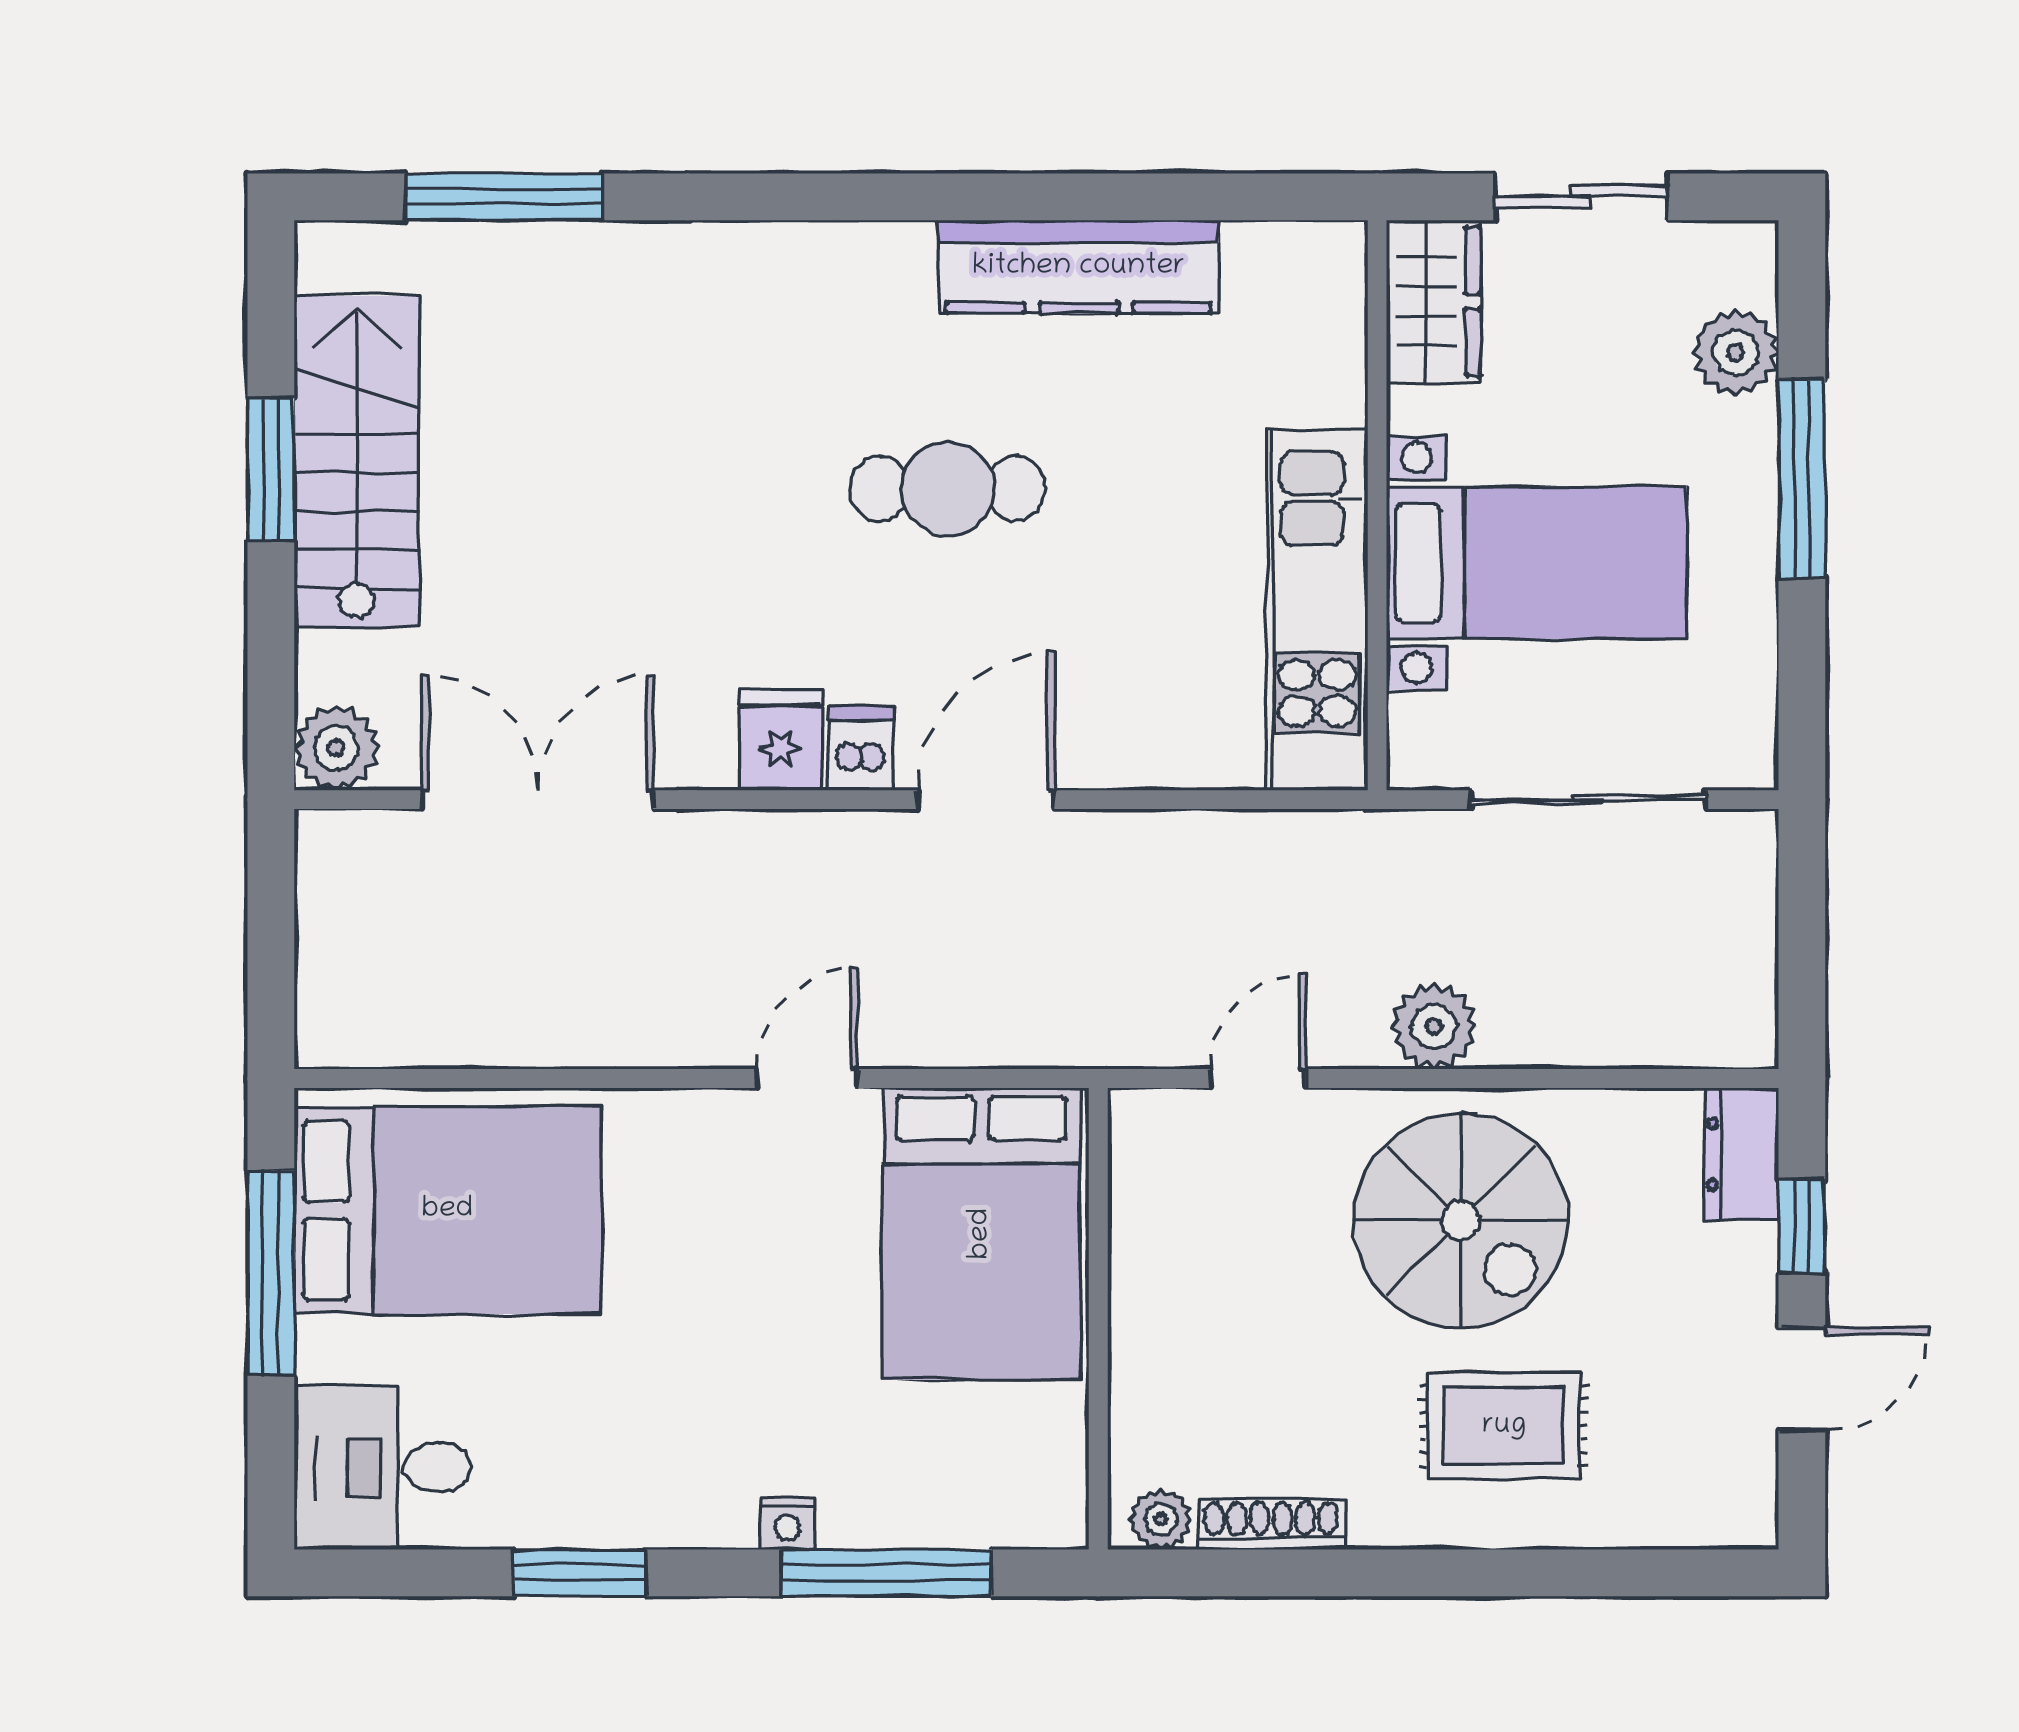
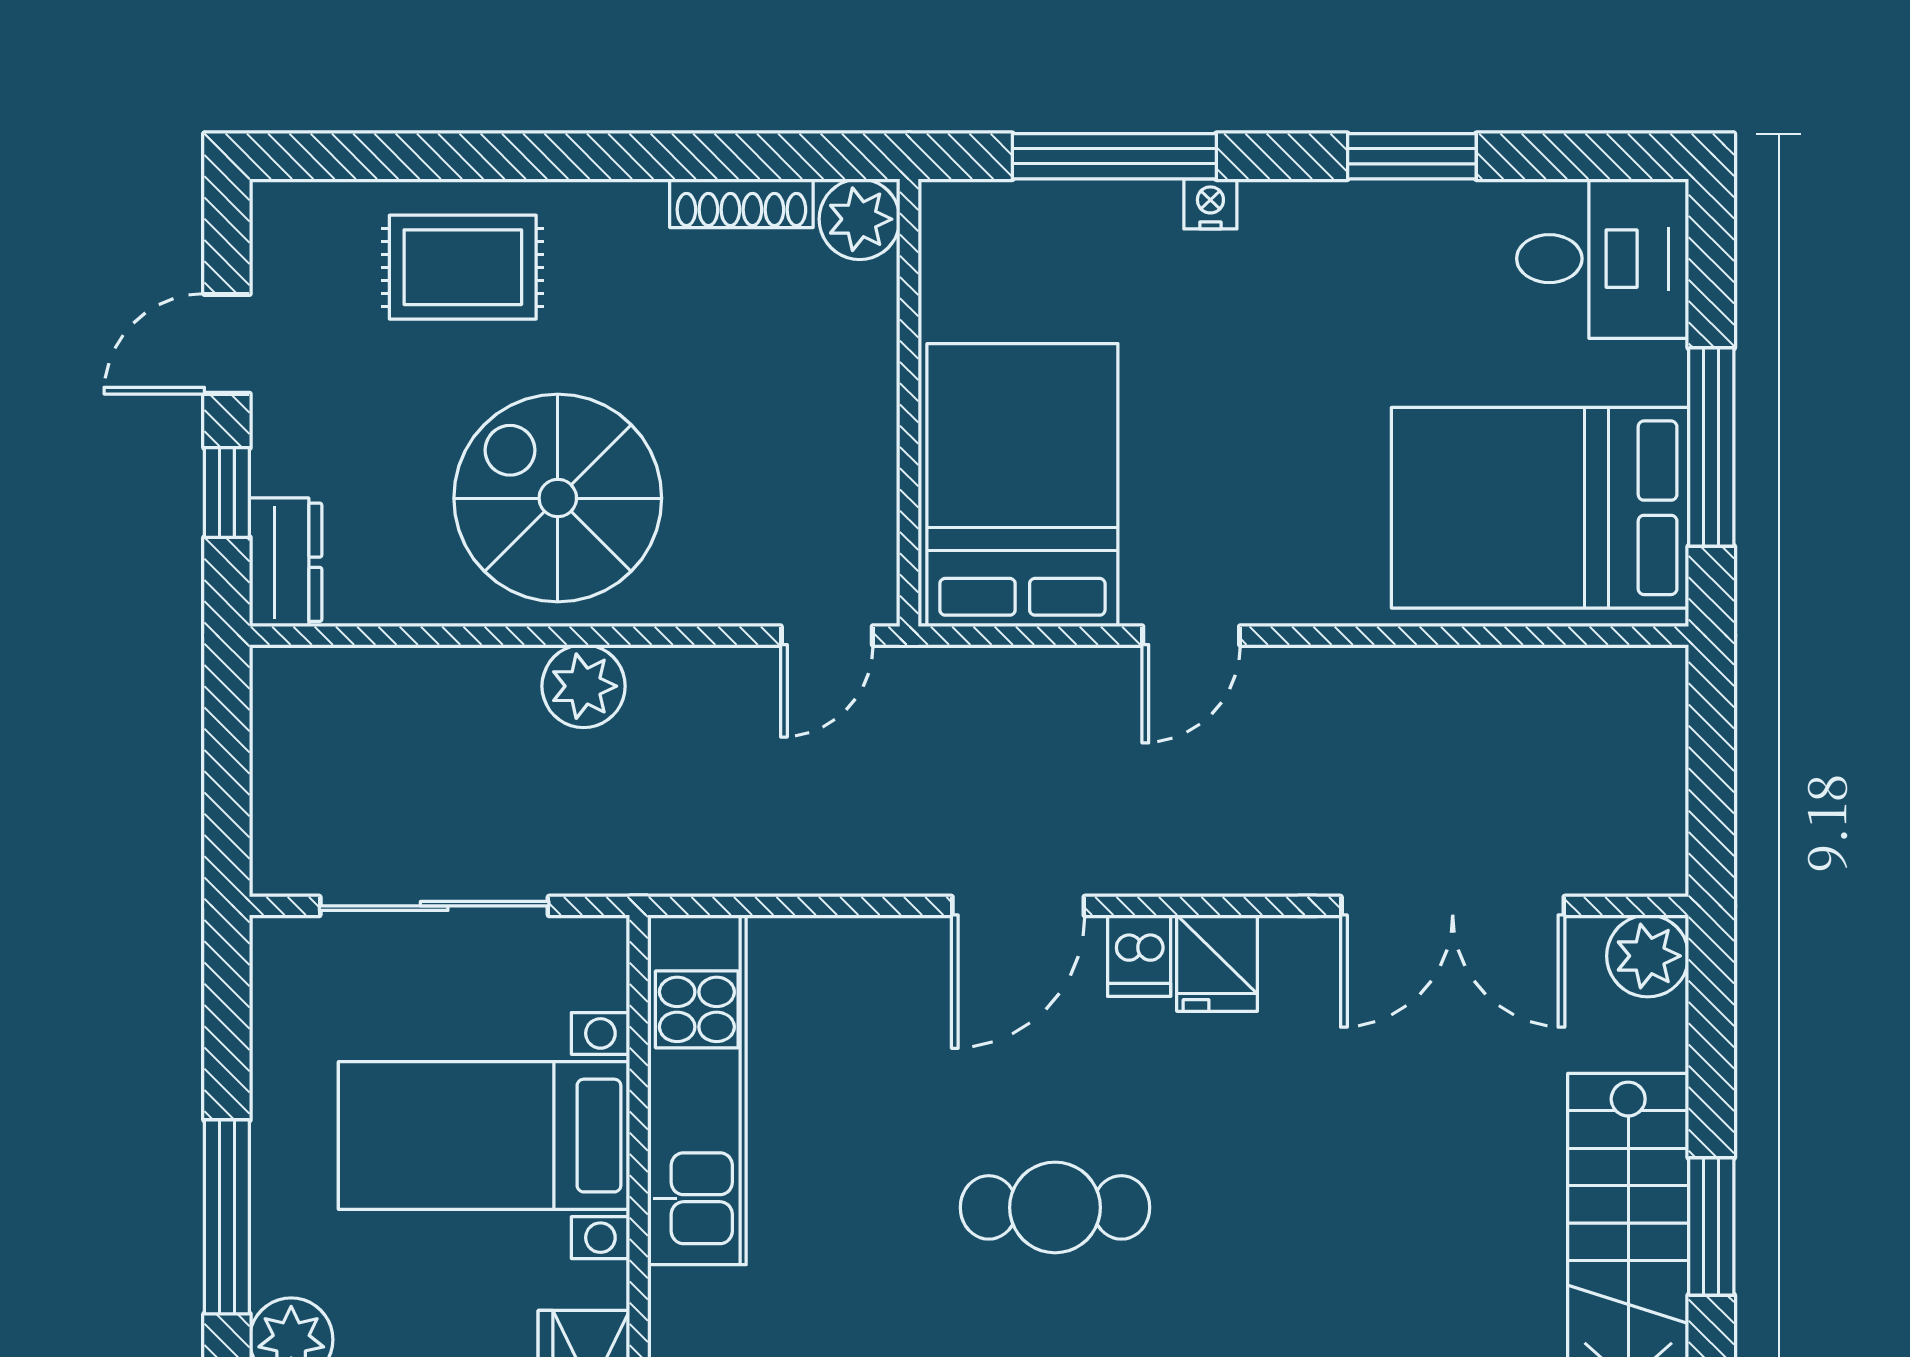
door: (1258, 1079) -> (827, 636), moved
rug: (1504, 1426) -> (463, 267), moved
plant: (1161, 1519) -> (860, 219), width x1.38, depth x1.38

